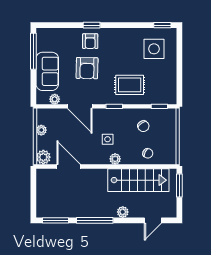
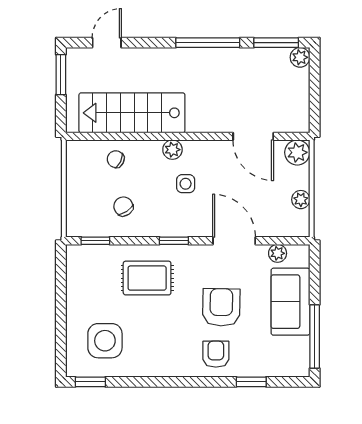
window: (92, 25) -> (251, 382), moved
window: (179, 186) -> (61, 75), moved
plant: (123, 212) -> (300, 57), moved

